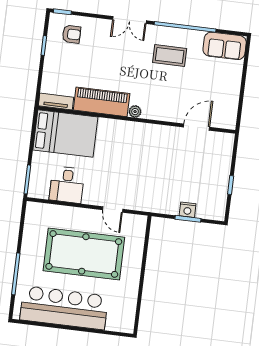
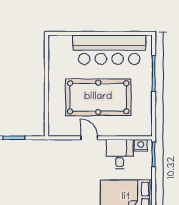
door: (113, 210) -> (89, 138), moved
nightstand: (188, 210) -> (141, 145), moved

